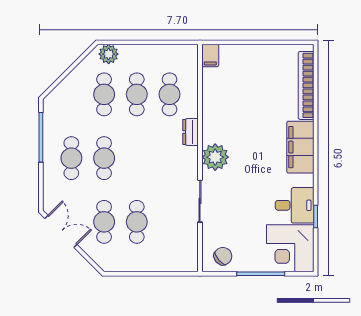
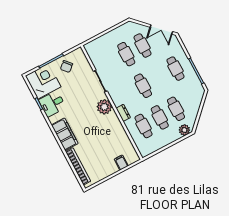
filing cabinet: (210, 56) -> (121, 163), moved
cafe table: (104, 158) -> (143, 86), moved
chair: (223, 256) -> (67, 66), moved

